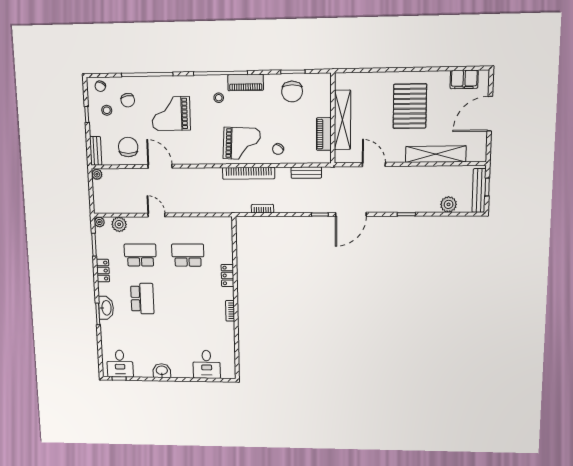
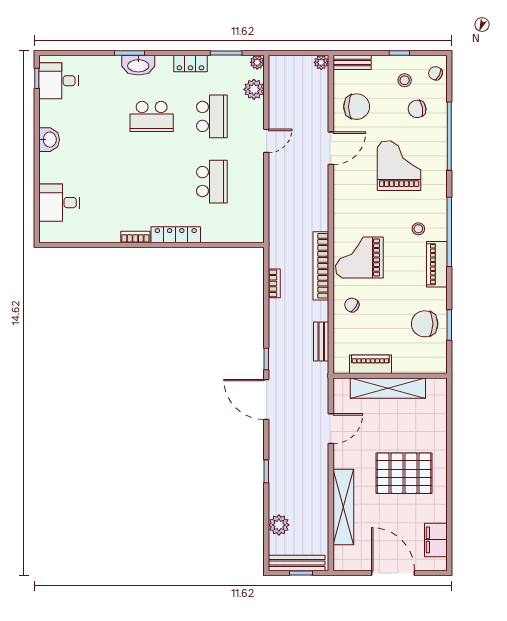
grand piano: (242, 144) -> (359, 257), turned 87
locker: (227, 275) -> (176, 235), width x1.53

